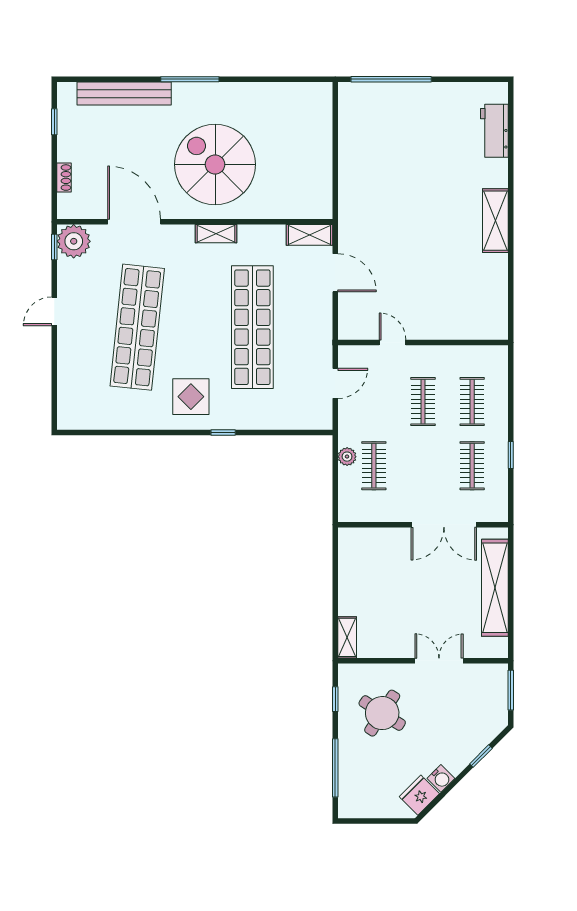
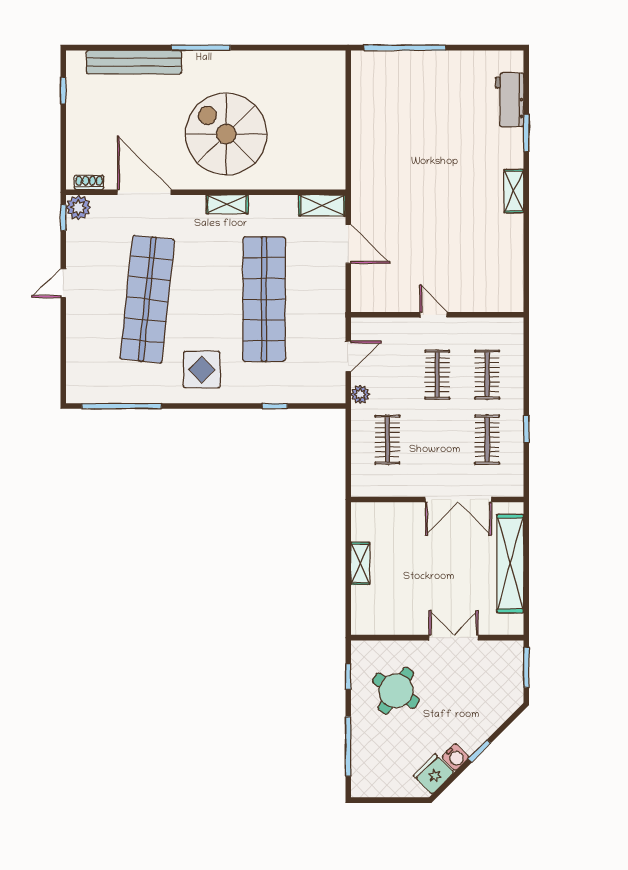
window: (511, 163) -> (526, 133), added
shoe rack: (64, 178) -> (89, 182), moved, turned -90
shelving: (495, 221) -> (514, 191), width x0.67, depth x0.75
plant: (74, 241) -> (78, 207), width x0.73, depth x0.73
door: (392, 343) -> (434, 315), moved
window: (112, 433) -> (122, 406), added
window: (223, 433) -> (275, 406), moved
plant: (347, 457) -> (360, 394), moved
shelving: (347, 637) -> (360, 563), moved
window: (481, 756) -> (479, 751), moved

